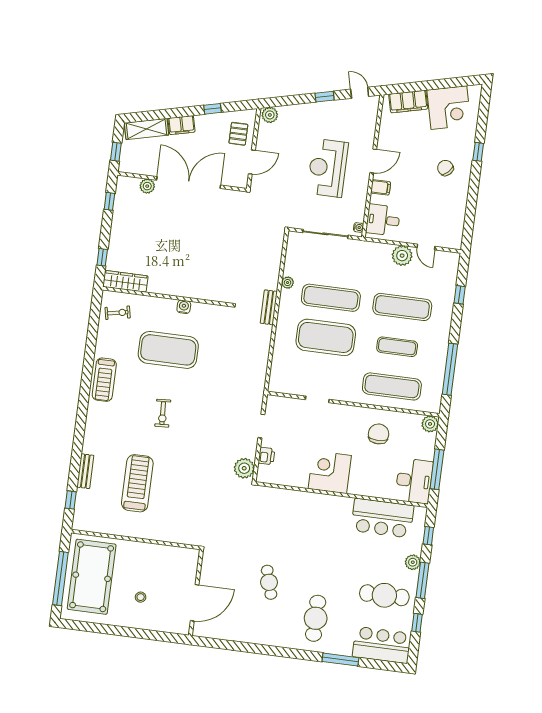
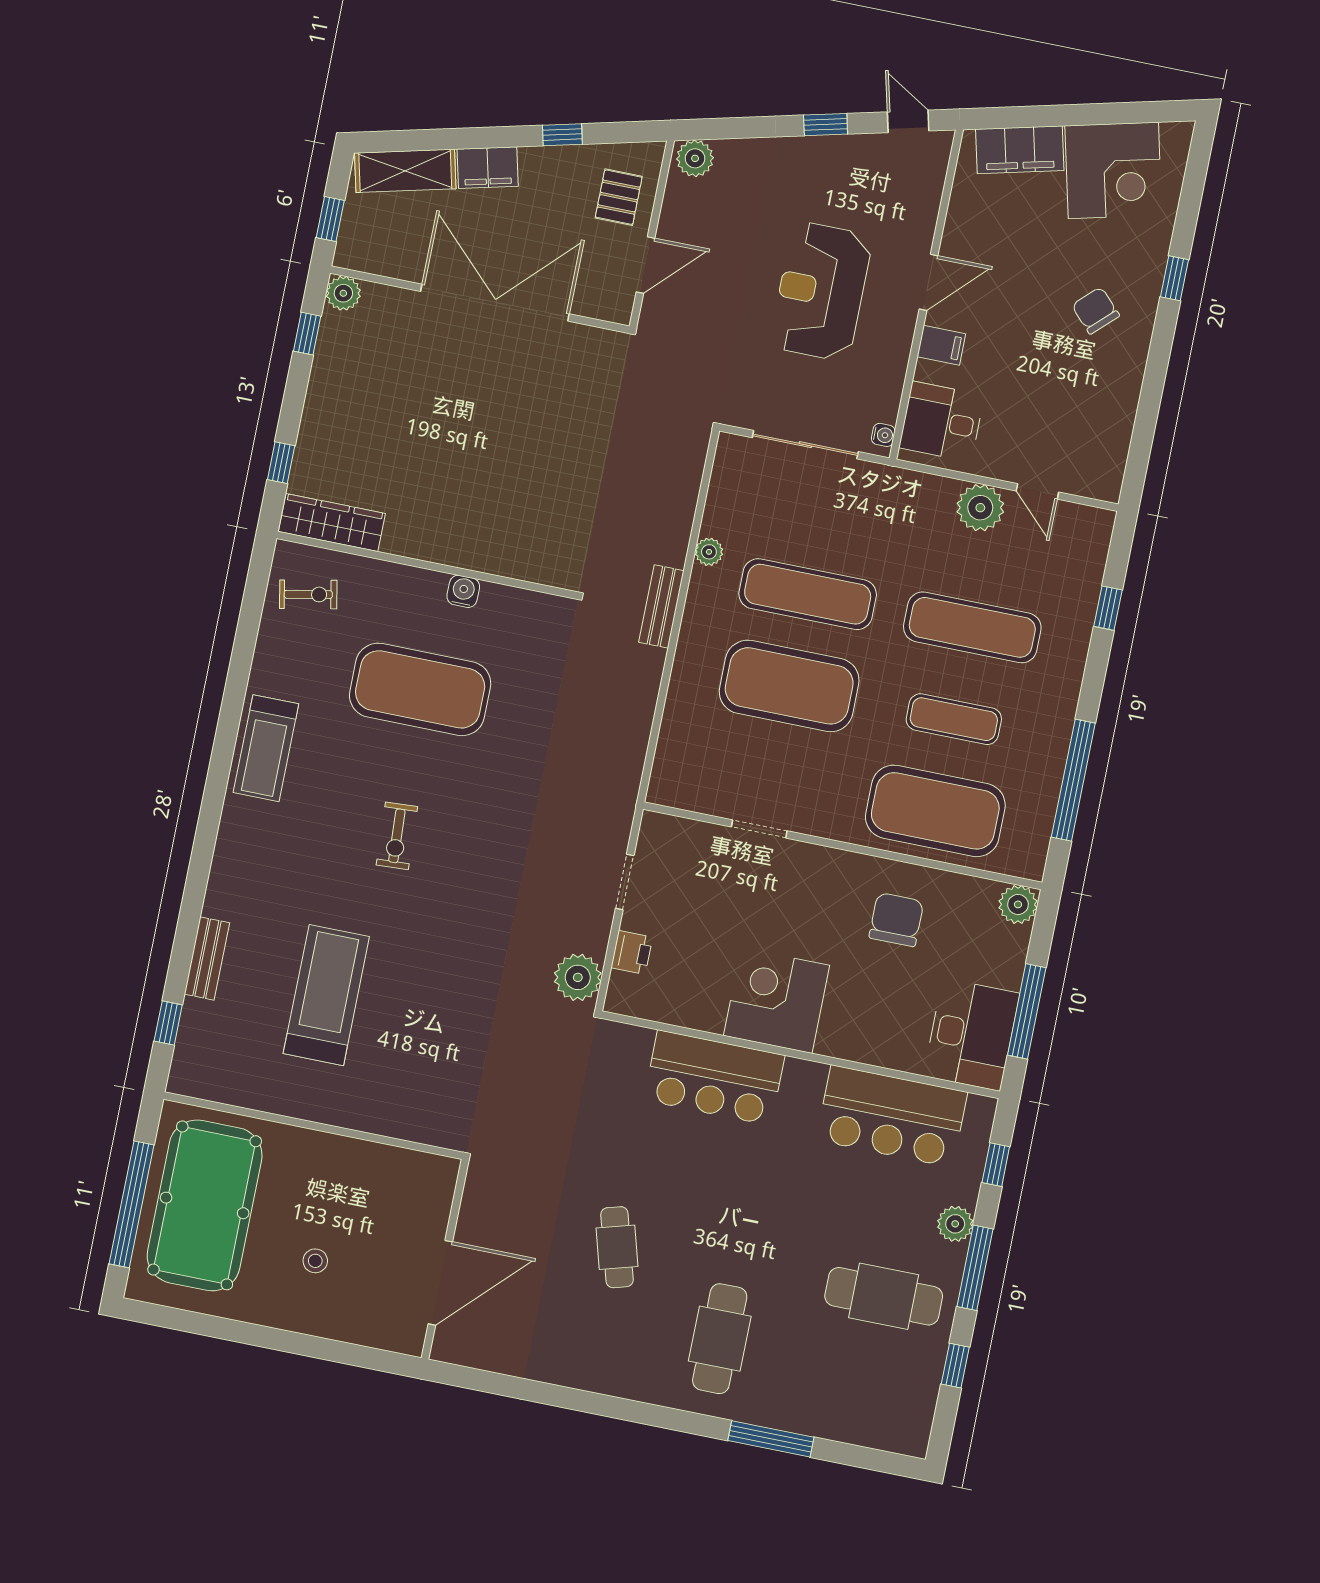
plant: (147, 186) -> (343, 293), moved
exercise mat: (392, 386) -> (935, 811), width x1.47
bar counter: (382, 645) -> (714, 1078), moved, turned 180

